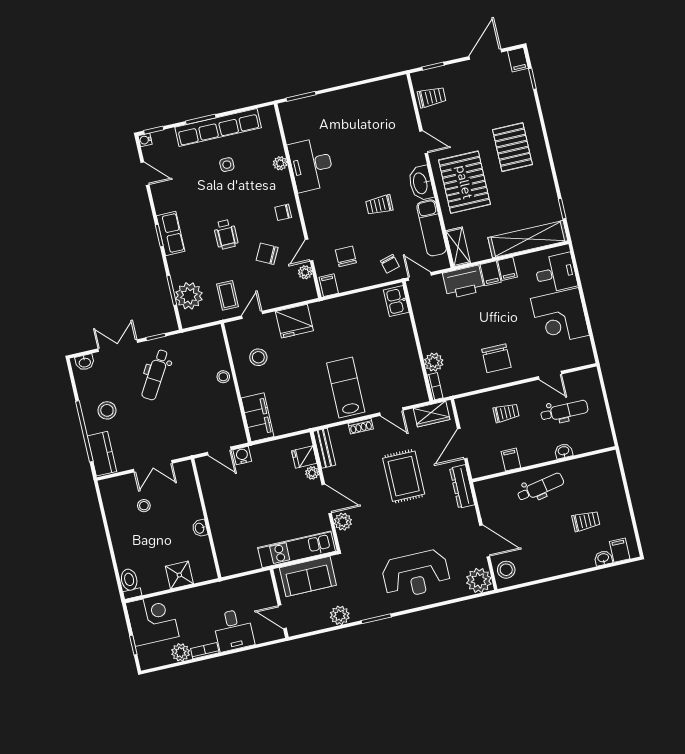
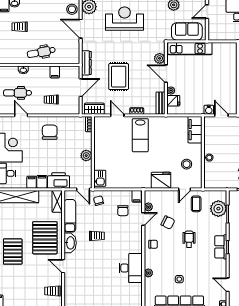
plant: (434, 362) -> (86, 156), moved
door: (282, 617) -> (207, 12), swing flipped

